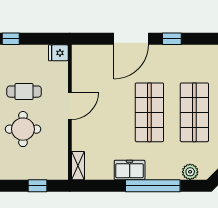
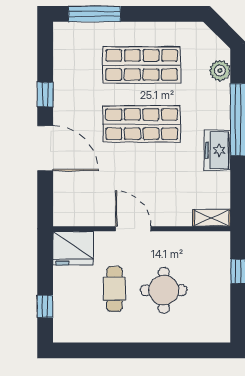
fridge: (58, 53) -> (73, 248), width x1.88, depth x1.34

